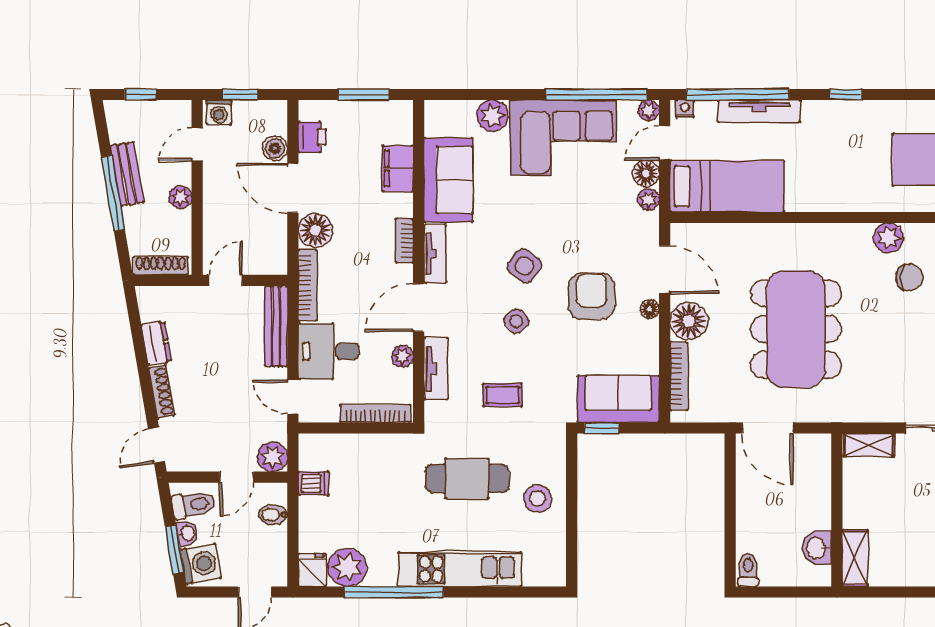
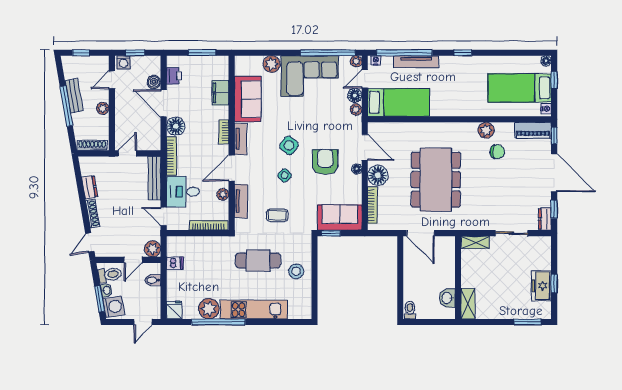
plant: (347, 567) -> (209, 309), moved

